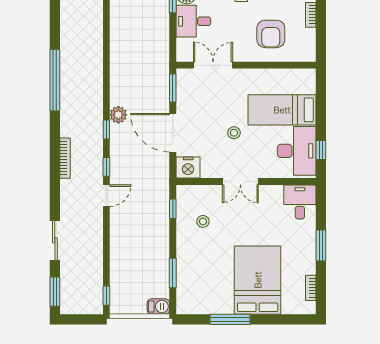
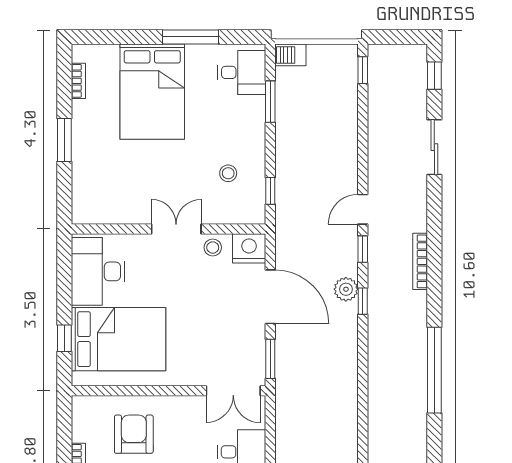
double door: (213, 65) -> (233, 391), moved
bed: (282, 110) -> (118, 339), width x1.50
plant: (118, 115) -> (346, 289), moved
stool: (234, 133) -> (213, 248), moved
window: (321, 150) -> (64, 338), moved
desk: (300, 202) -> (242, 72), moved, turned -90
window: (55, 292) -> (434, 76), width x0.67

